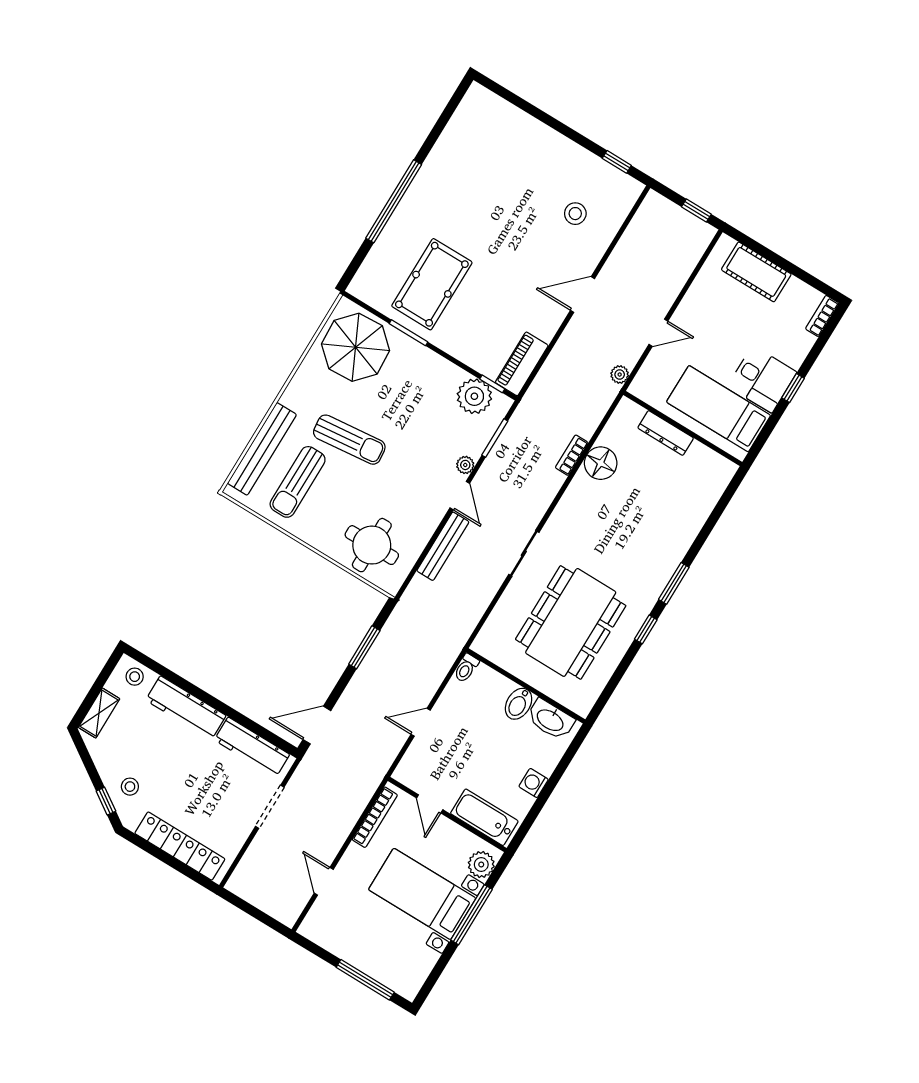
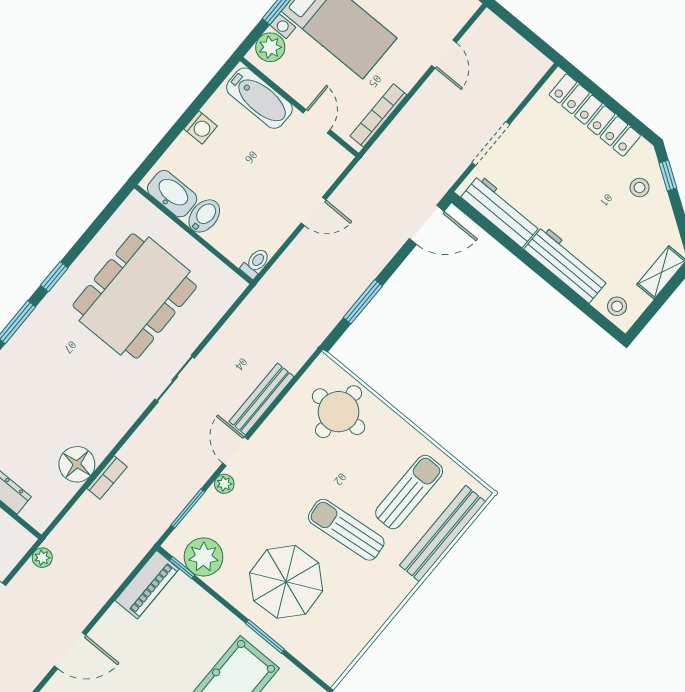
parasol: (356, 347) -> (286, 582), moved

